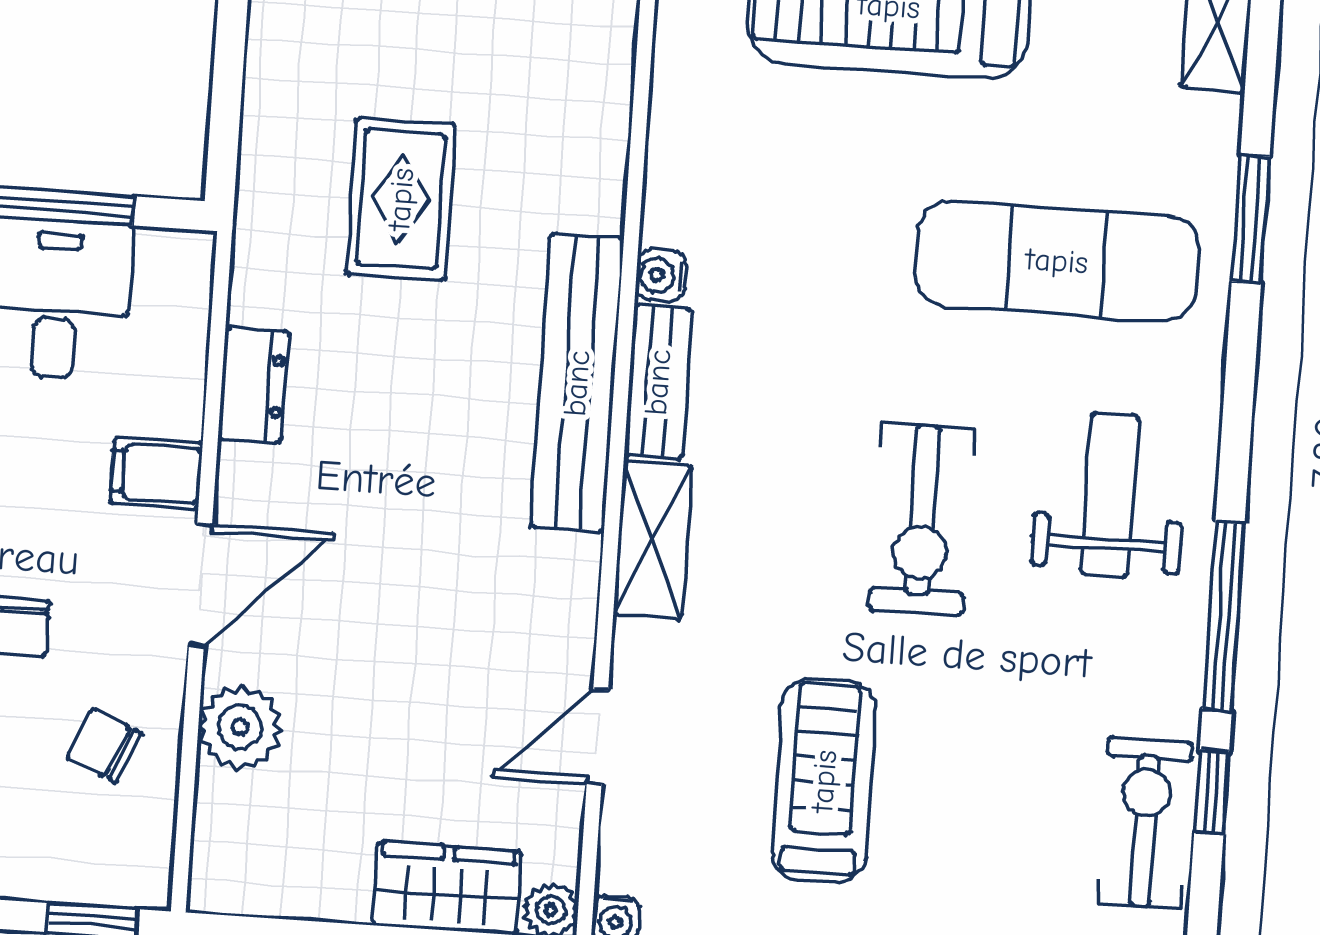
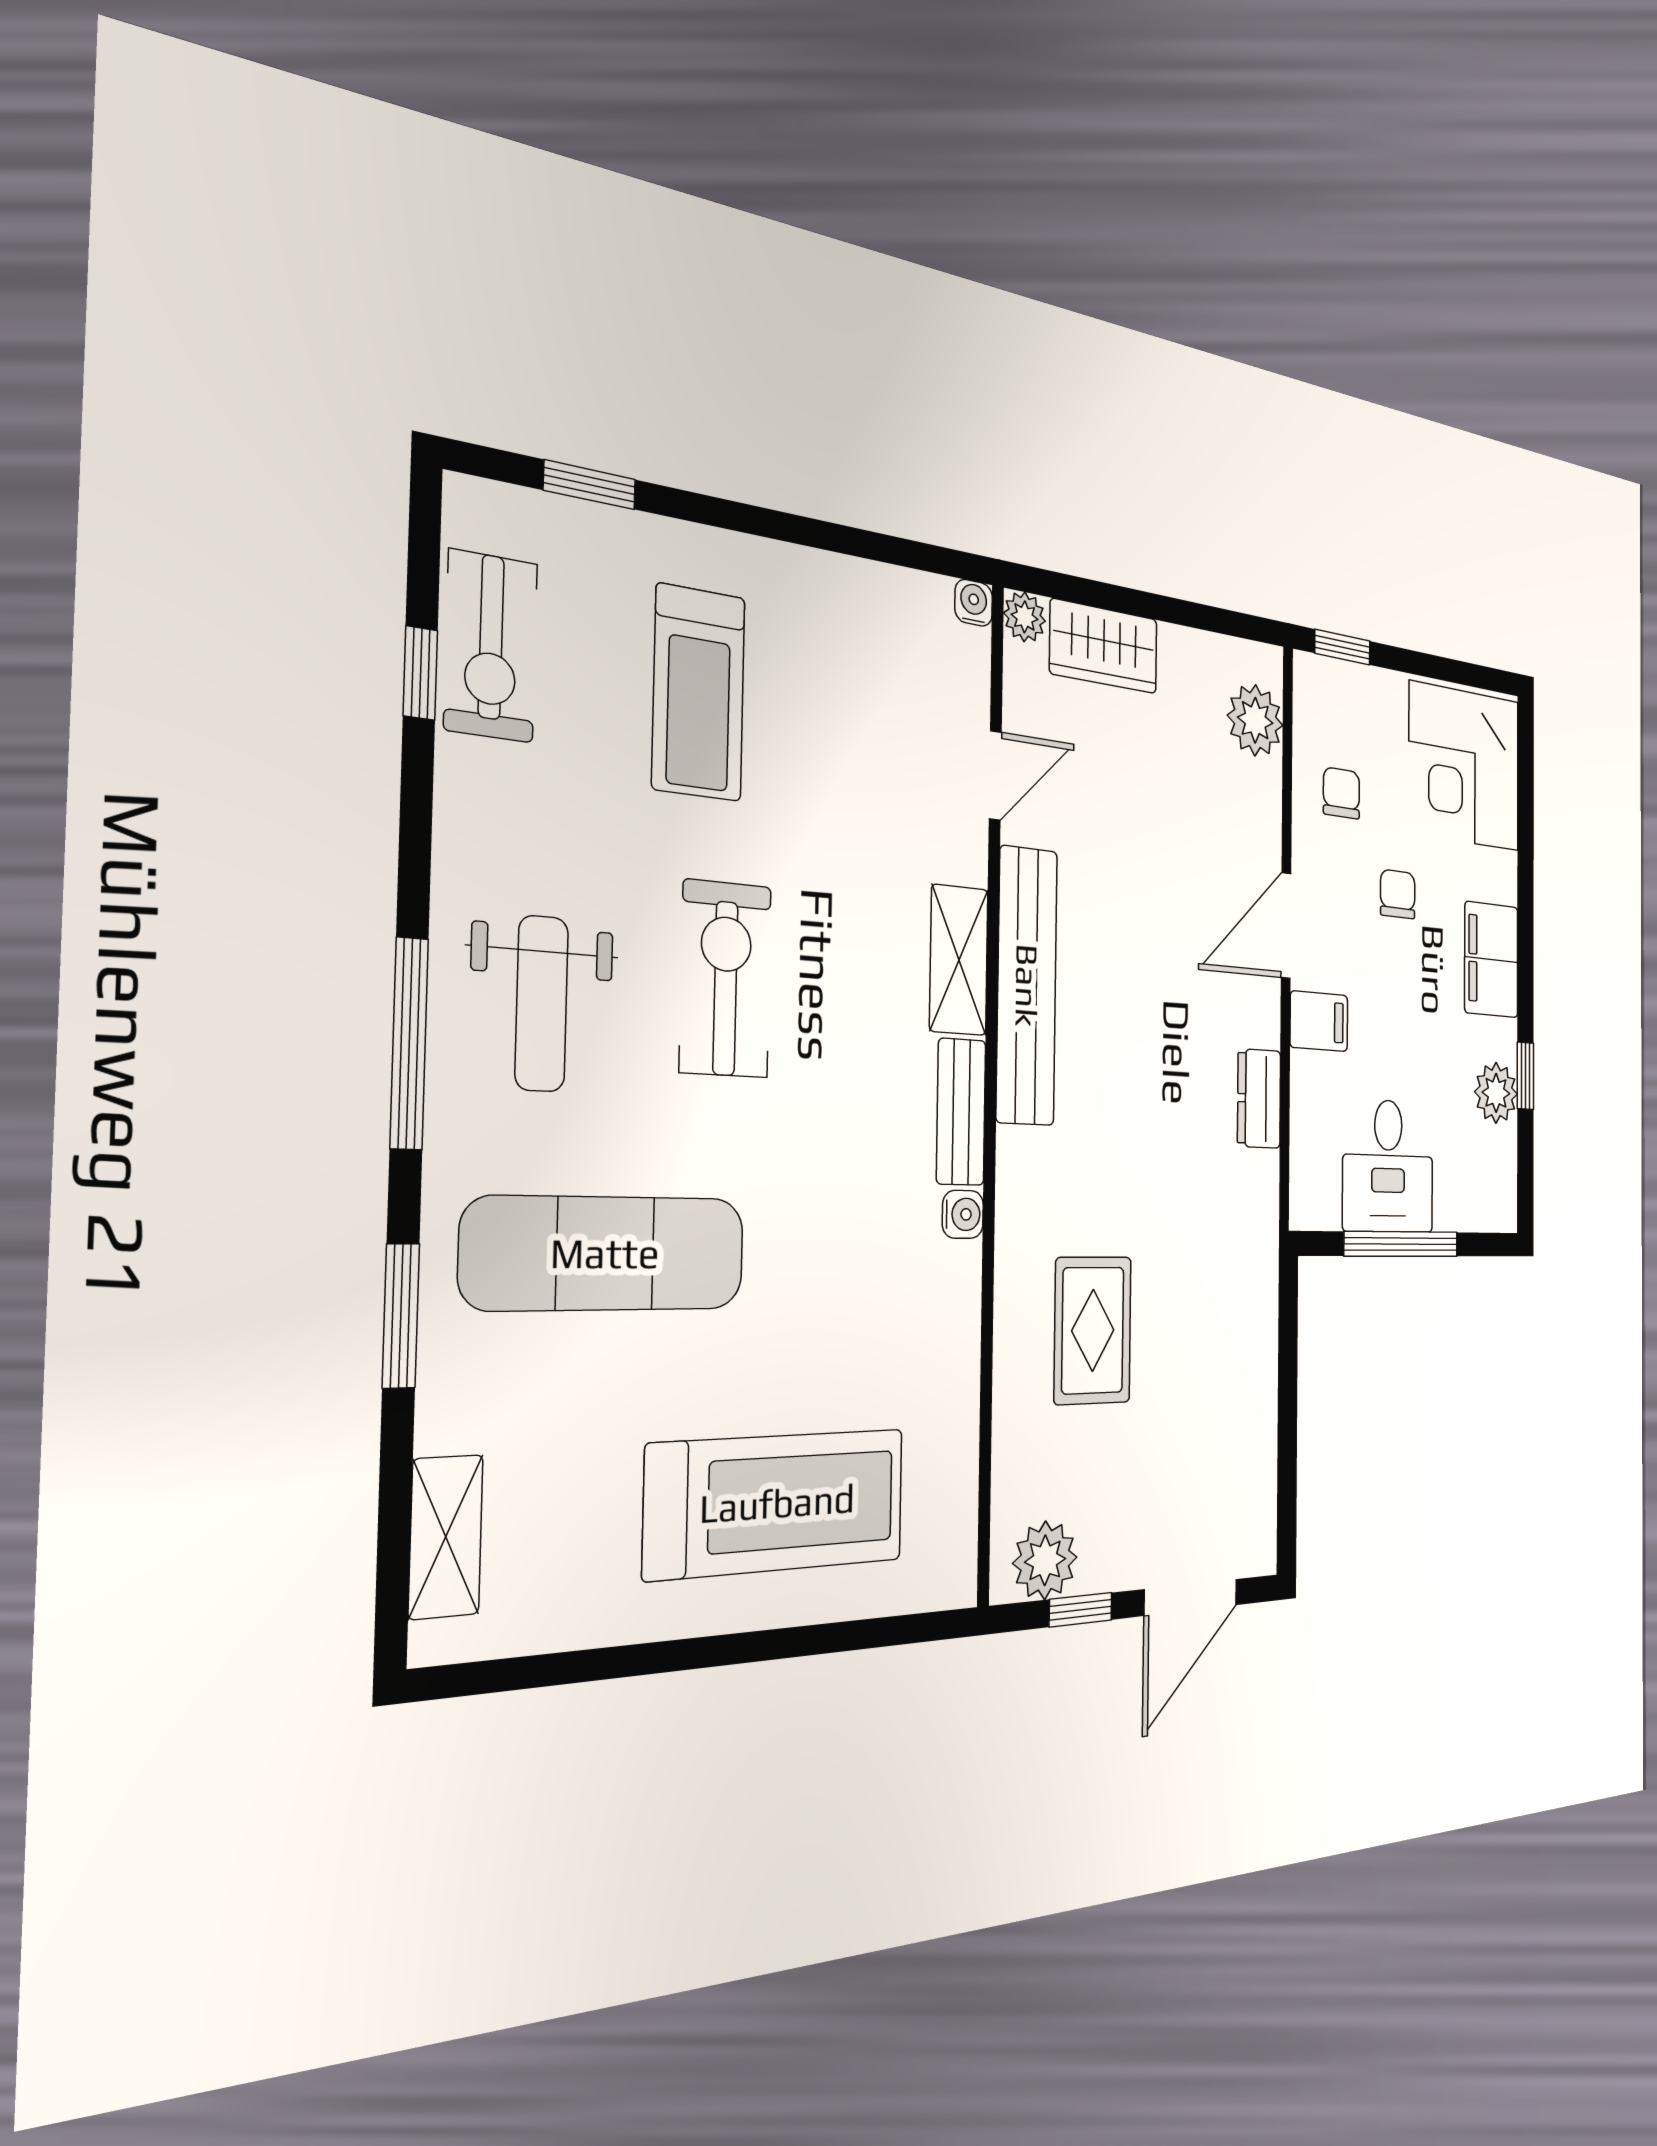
rug: (401, 199) -> (1093, 1330), moved
bench: (577, 383) -> (1027, 986), moved
window: (1224, 616) -> (409, 1043), moved
plant: (240, 727) -> (1255, 720), moved
chair: (104, 745) -> (1341, 793), turned -114
treadmill: (824, 781) -> (699, 693), moved

